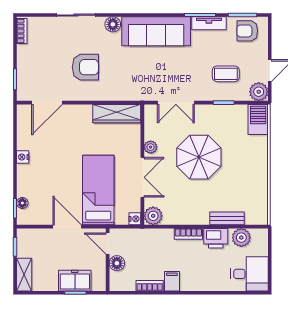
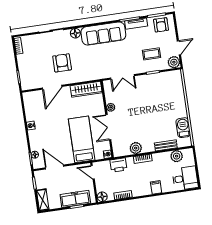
armchair: (247, 31) -> (161, 25), turned -90
armchair: (85, 67) -> (62, 63), turned -90
door: (47, 103) -> (52, 87), moved
barbecue: (258, 120) -> (183, 128), moved
parasol: (199, 157) -> (142, 109), removed
double door: (142, 177) -> (108, 127), swing flipped
plant: (153, 216) -> (136, 148), moved
door: (67, 227) -> (54, 167), moved
printer: (216, 238) -> (118, 165), moved
floor lamp: (117, 263) -> (102, 197), moved
freezer: (75, 281) -> (75, 199), width x1.40
filing cabinet: (172, 281) -> (156, 187), moved

